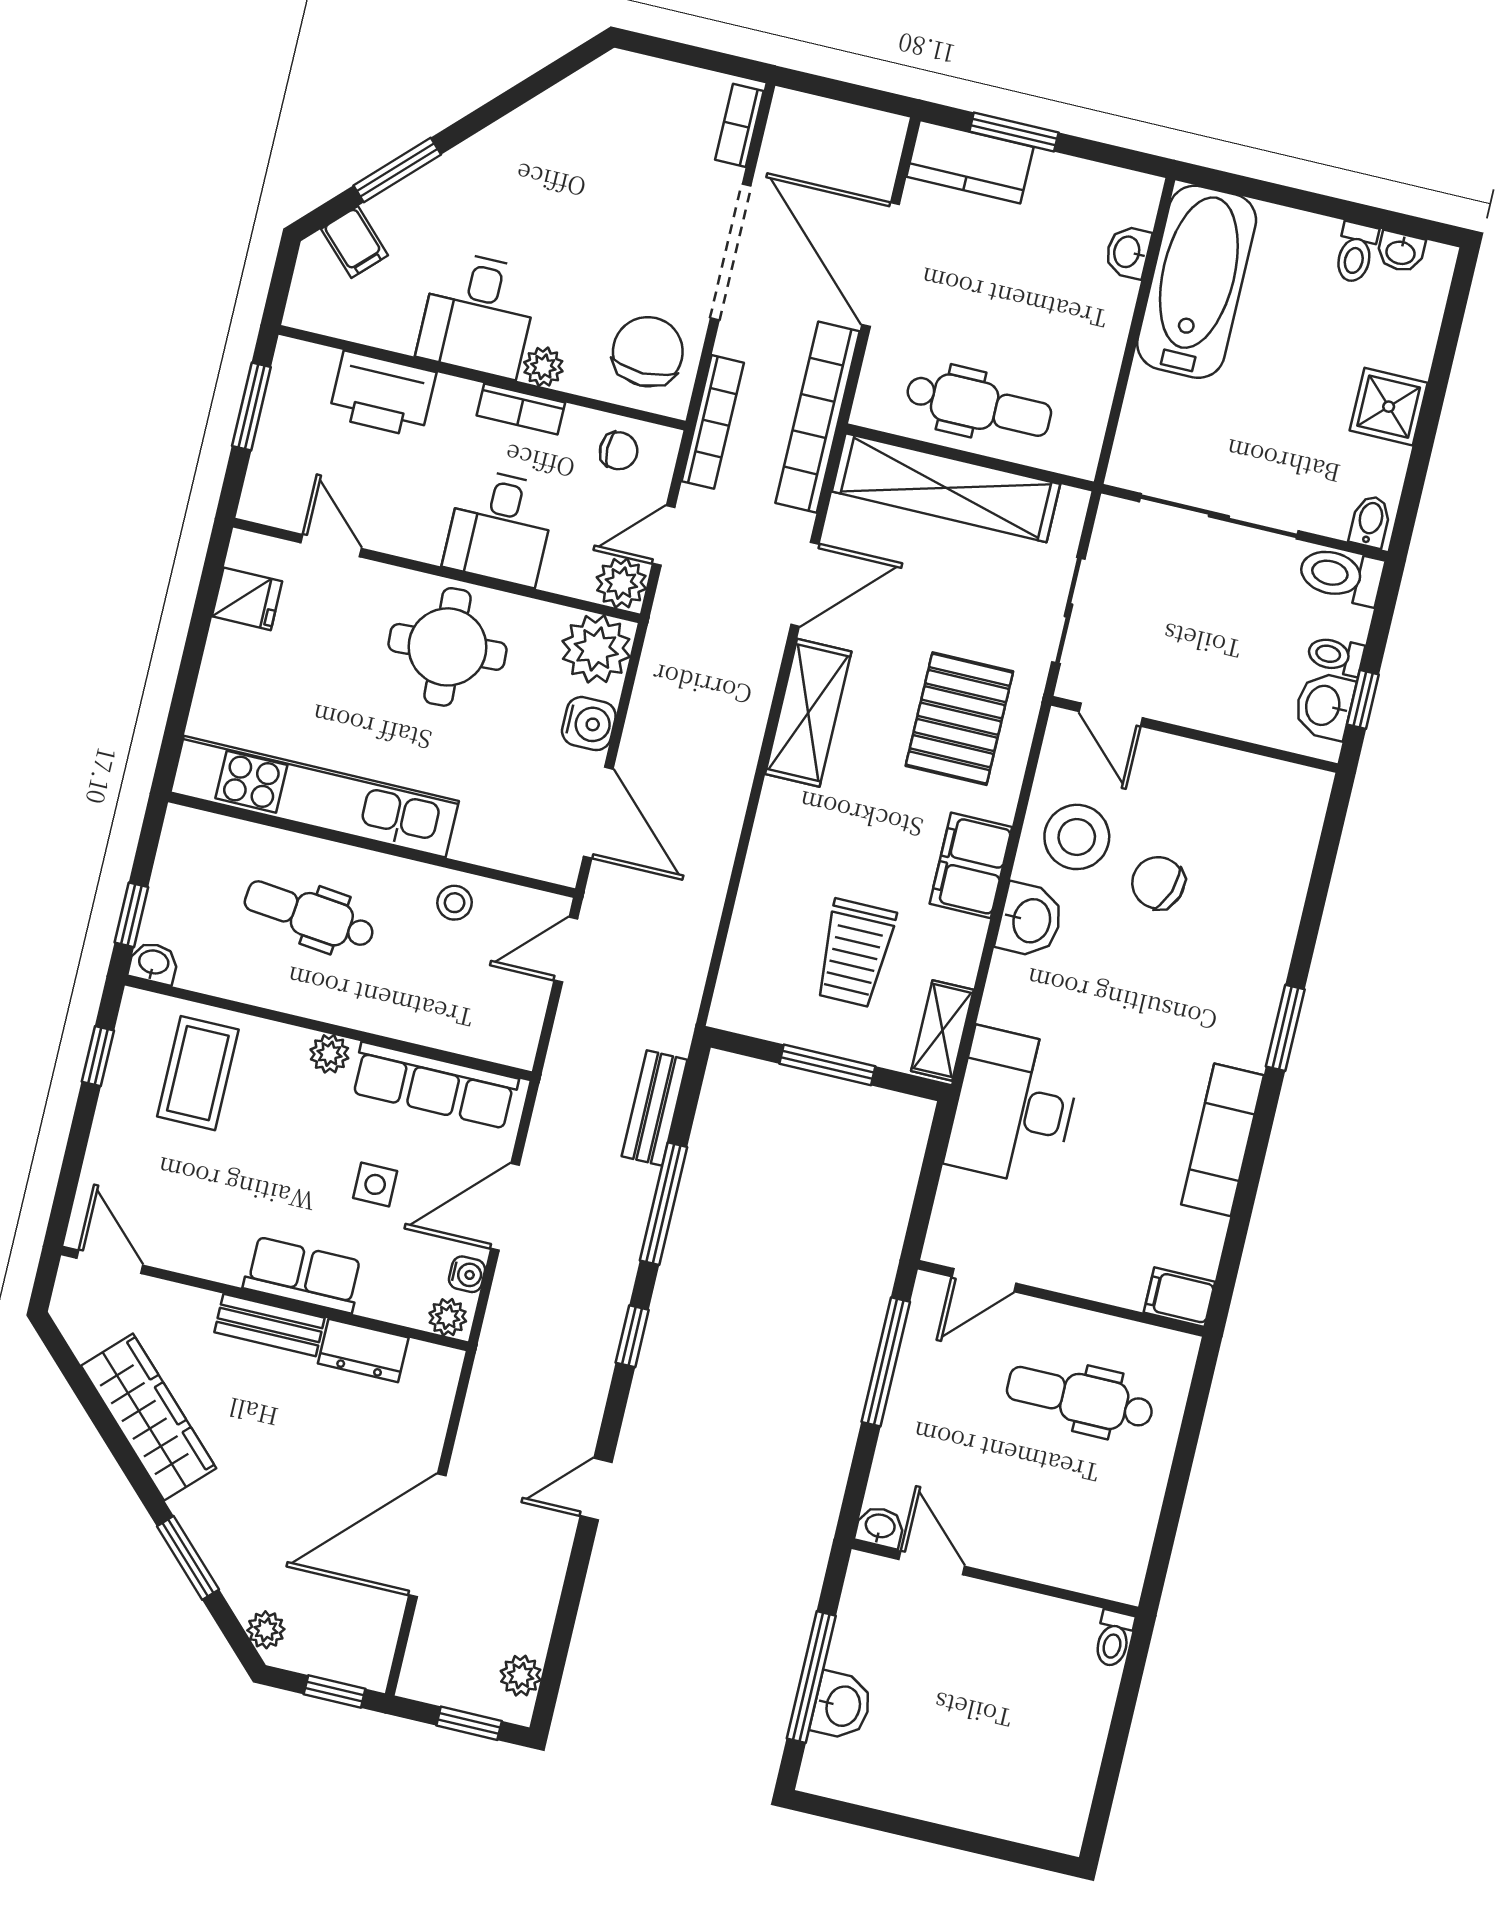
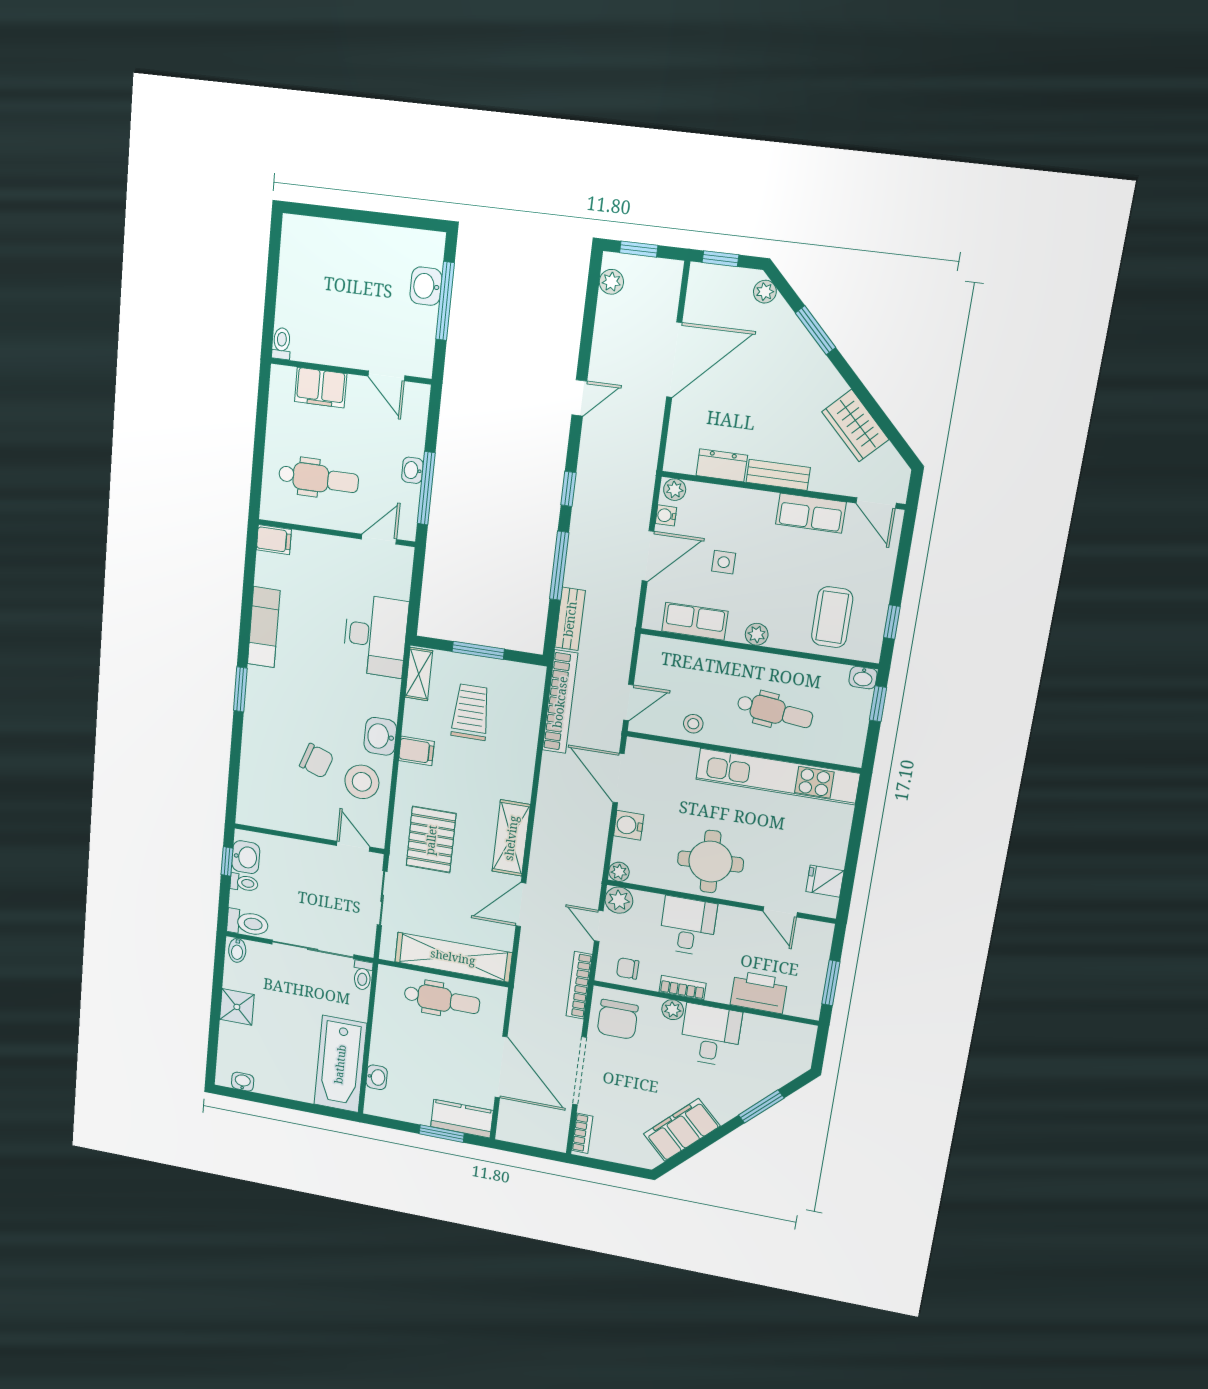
filing cabinet: (355, 242) -> (682, 1130), moved, width x3.00, depth x1.17
toilet: (1356, 253) -> (363, 975), moved, turned 180
dental chair: (979, 405) -> (442, 999), turned 180
bookcase: (818, 417) -> (560, 702), moved
door: (664, 536) -> (599, 926), swing flipped
plant: (596, 649) -> (619, 872), width x0.53, depth x0.53
filing cabinet: (971, 865) -> (416, 751), width x0.50
row of seats: (434, 1085) -> (695, 621), width x0.68
row of seats: (303, 1275) -> (811, 513), moved
wardrobe: (149, 1417) -> (855, 426), width x0.67
washbasin: (880, 1527) -> (412, 470), moved, turned 90
filing cabinet: (1054, 1556) -> (321, 388), added

